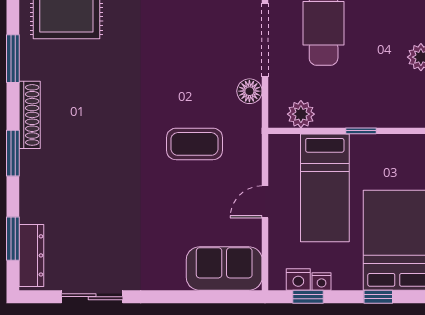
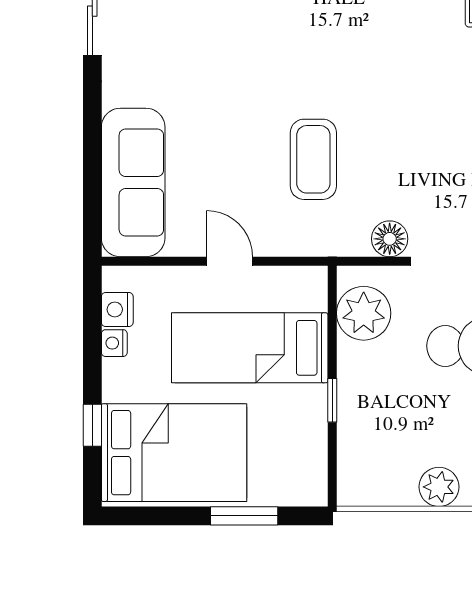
plant: (301, 114) -> (364, 313), width x1.36, depth x1.36
sofa: (224, 269) -> (133, 182), width x1.36
window: (308, 297) -> (92, 324), removed

